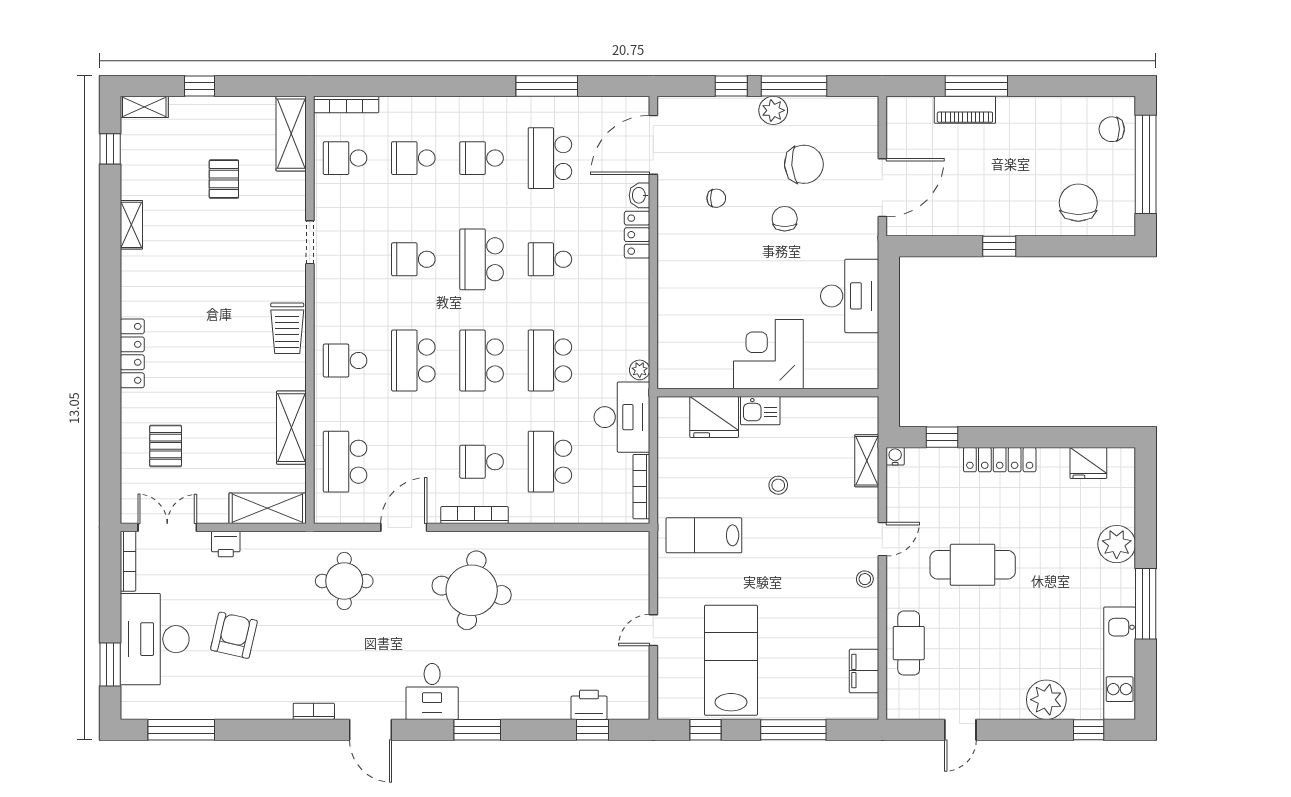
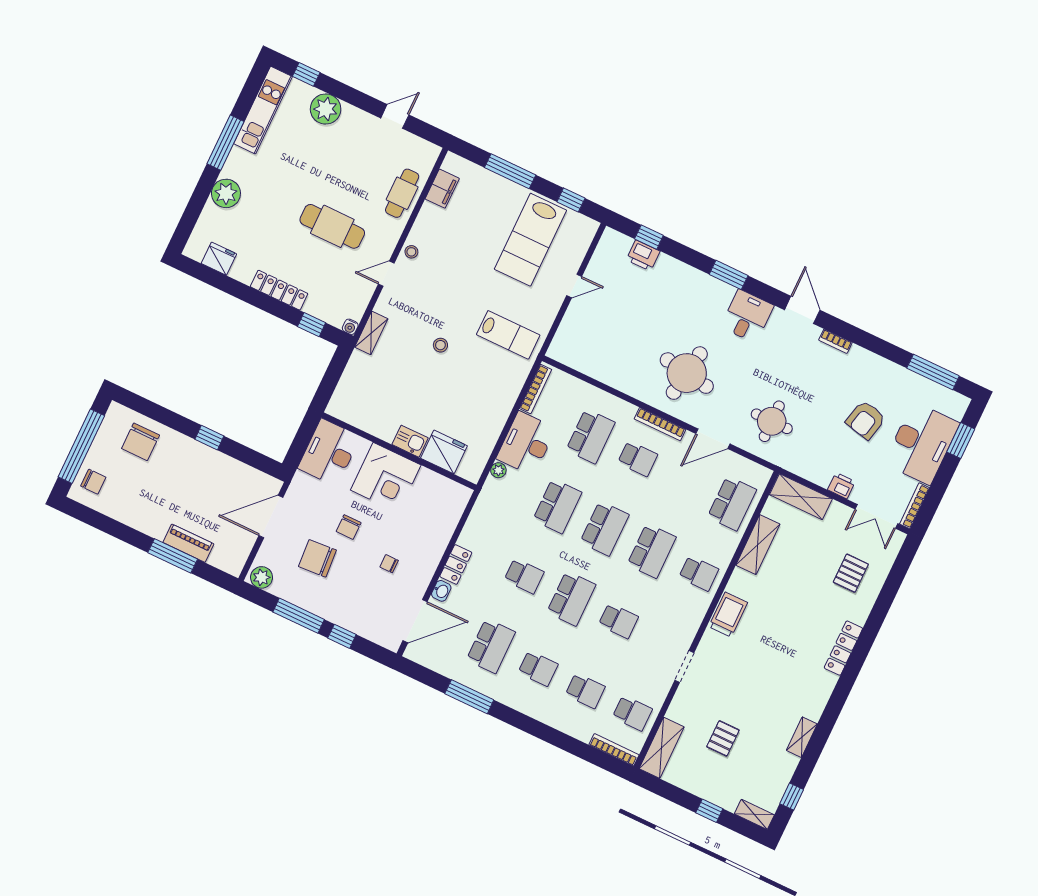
plant: (773, 110) -> (262, 577), moved
corner desk: (768, 354) -> (386, 478), moved
wall: (768, 393) -> (399, 451), moved
kitchen sink: (760, 411) -> (410, 441), moved
fridge: (714, 417) -> (444, 452), moved

